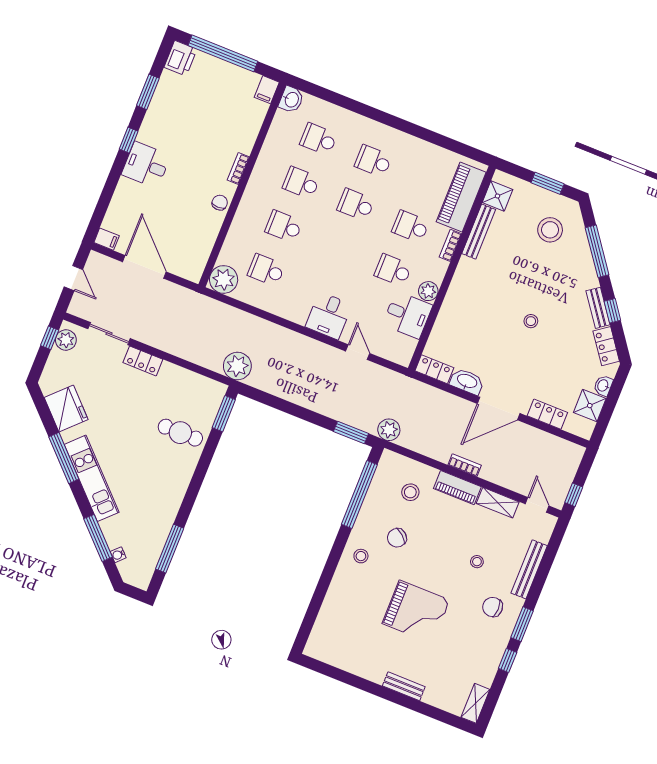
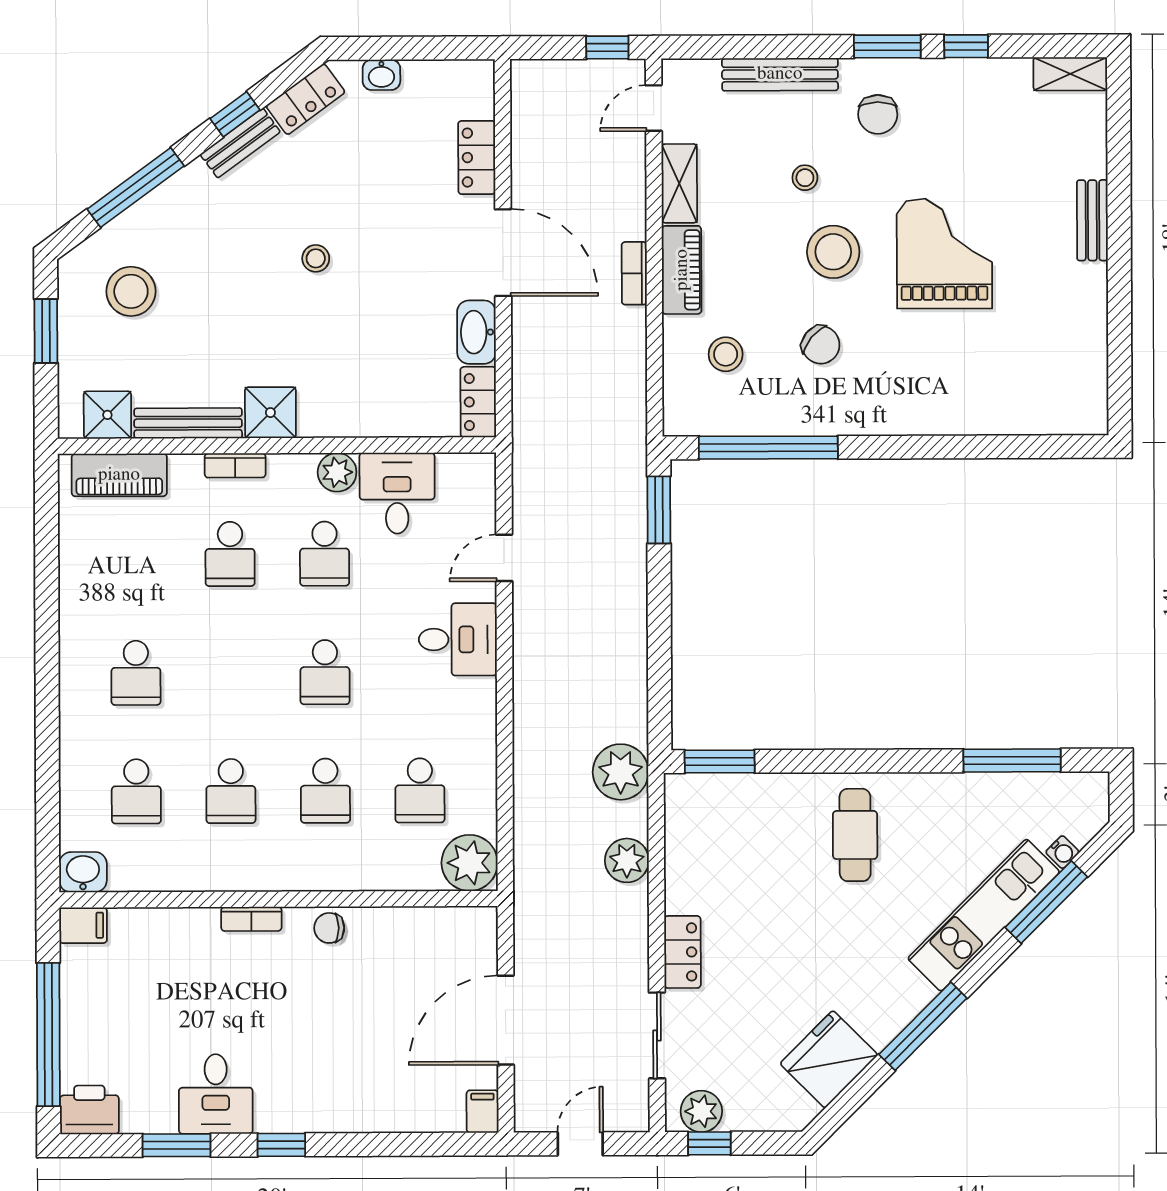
desk: (146, 165) -> (216, 1094), moved
piano: (461, 197) -> (119, 475), width x0.73, depth x0.75
school desk: (356, 205) -> (325, 672), moved
shower: (590, 406) -> (270, 413), moved
plant: (389, 430) -> (627, 860), moved
cafe table: (180, 433) -> (855, 835), moved
kitchen unit: (92, 478) -> (984, 915), moved
stool: (361, 556) -> (833, 252), moved, width x1.89, depth x1.89

